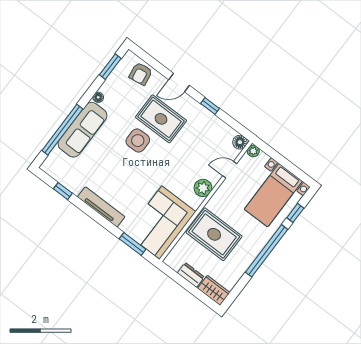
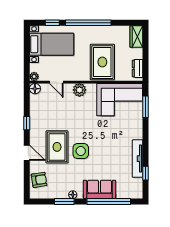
window: (110, 67) -> (64, 202), moved
sofa: (82, 130) -> (99, 189), width x0.73
tv unit: (101, 207) -> (138, 159), moved
dresser: (191, 275) -> (138, 68), moved

